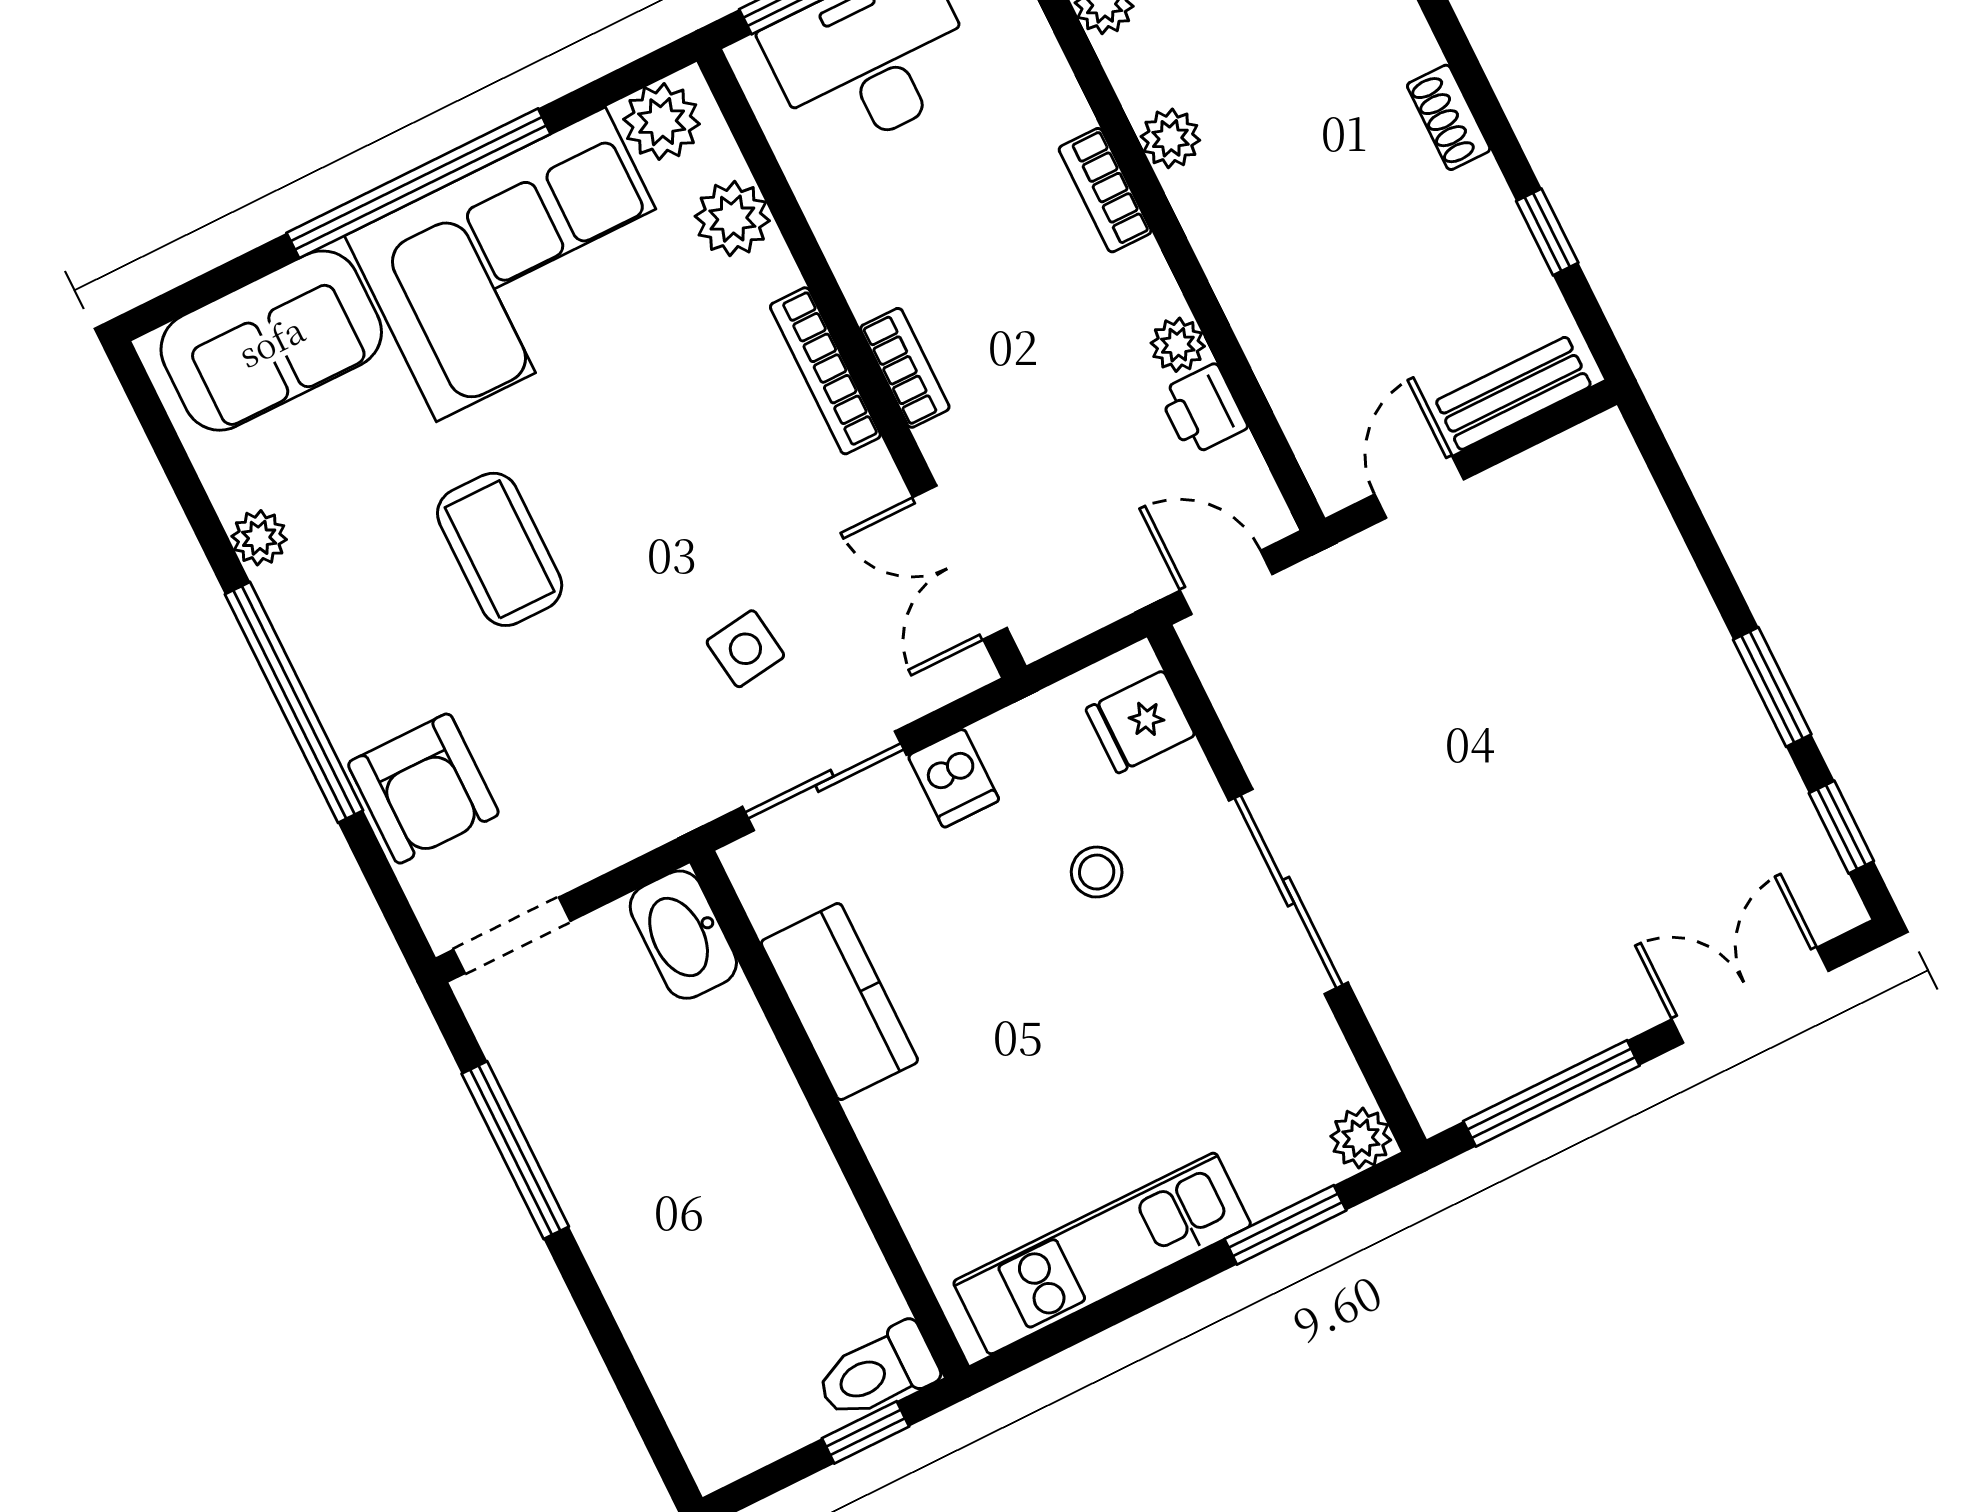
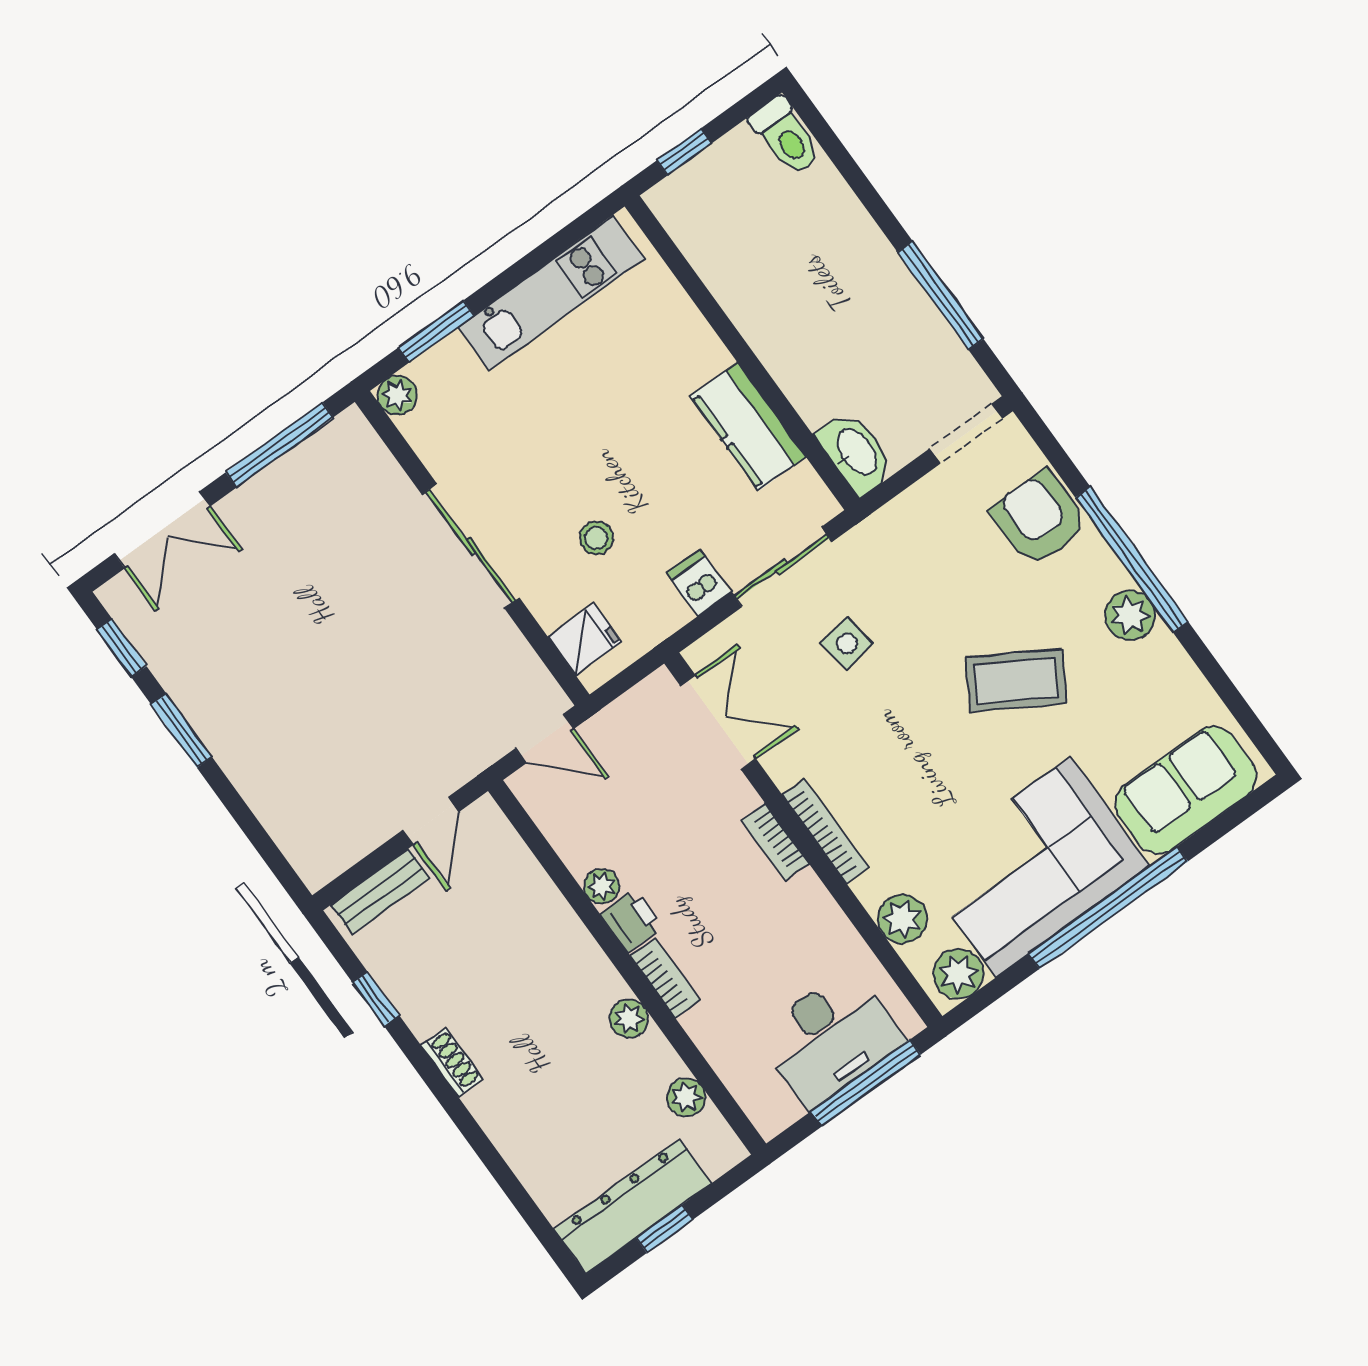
printer: (1203, 410) -> (632, 921), moved
plant: (259, 538) -> (1130, 615), moved, width x1.38, depth x1.38
coffee table: (500, 549) -> (1016, 681), turned -59
toilet: (877, 1372) -> (786, 136), moved, turned 90

